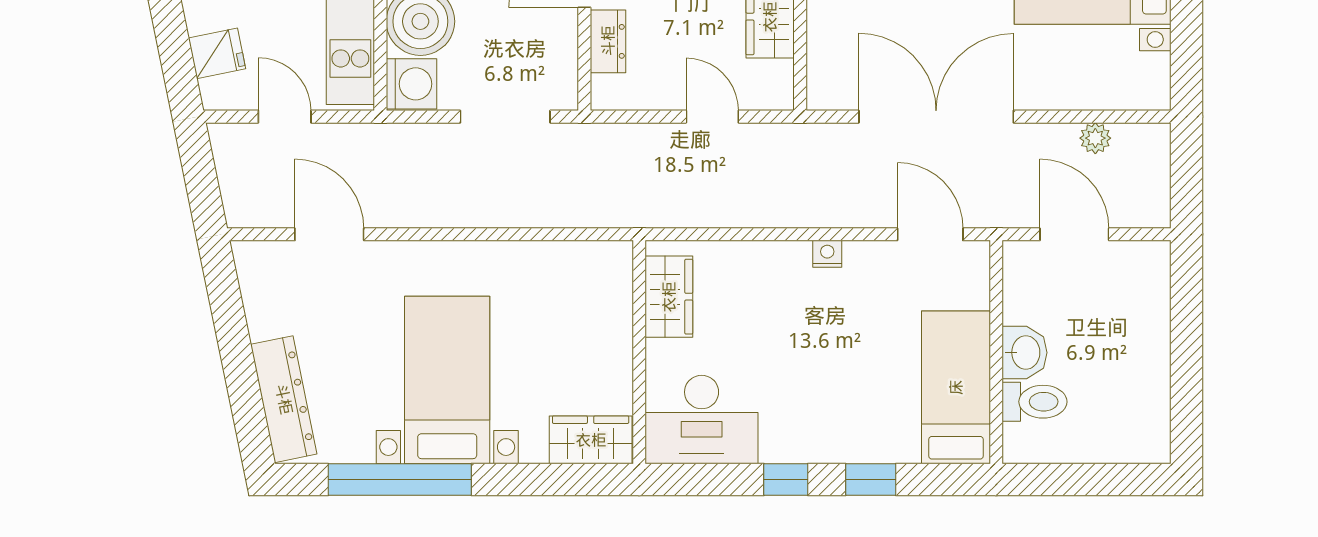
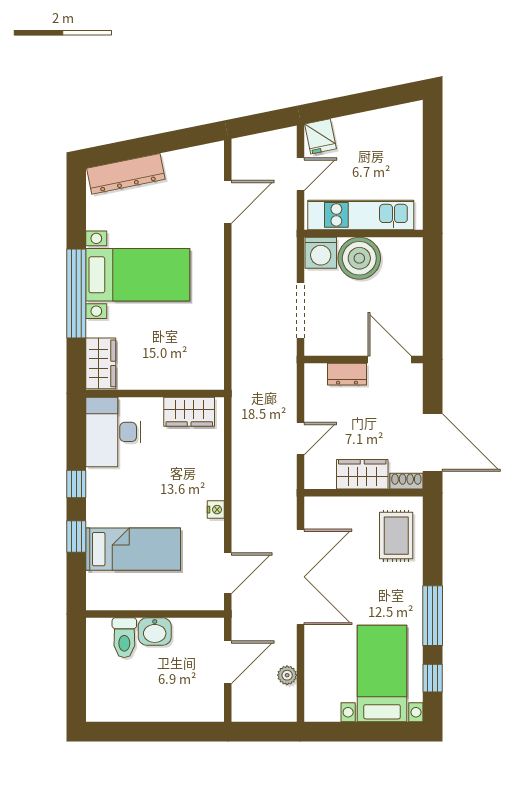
fridge: (217, 53) -> (321, 136), moved
bed: (956, 387) -> (133, 549), moved
window: (400, 479) -> (76, 293), moved

